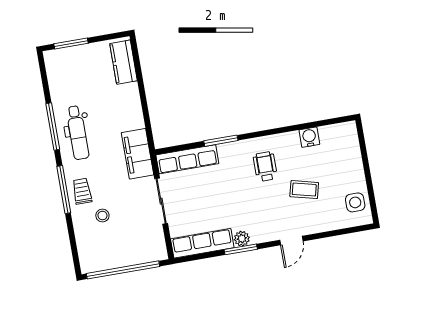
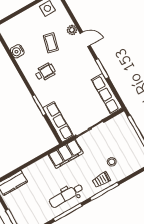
dental chair: (78, 133) -> (66, 196), turned 180
wheelchair: (265, 167) -> (45, 72), turned 180
plant: (242, 239) -> (72, 30), moved

